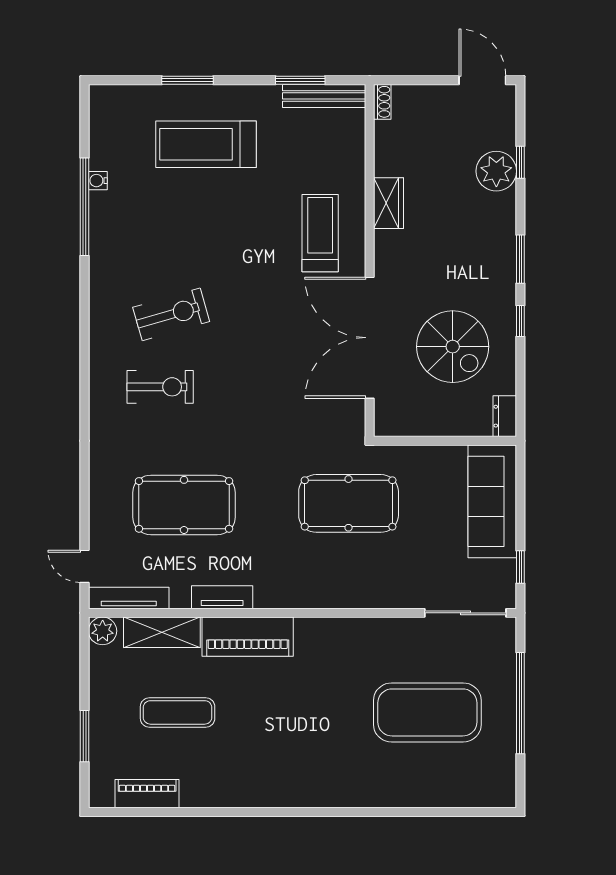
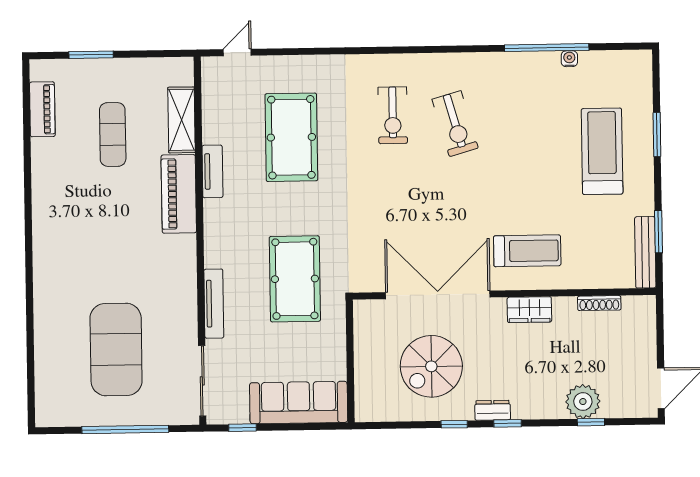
shoe rack: (382, 102) -> (599, 303), moved, width x1.43
wardrobe: (389, 203) -> (529, 310), moved
window: (520, 259) -> (508, 423), width x0.67
dresser: (505, 416) -> (493, 410), moved
tv unit: (129, 598) -> (214, 304), moved
plant: (103, 631) -> (182, 69), removed

